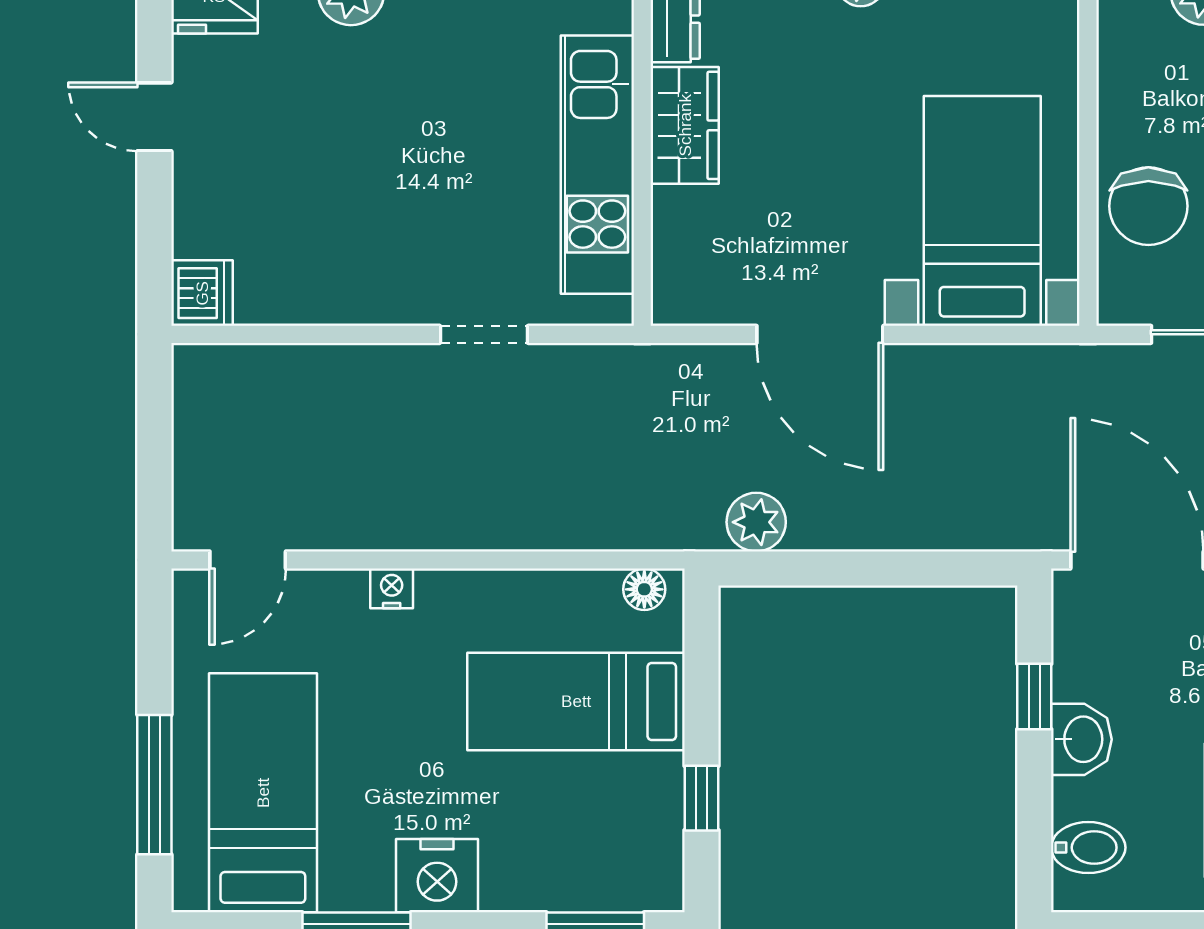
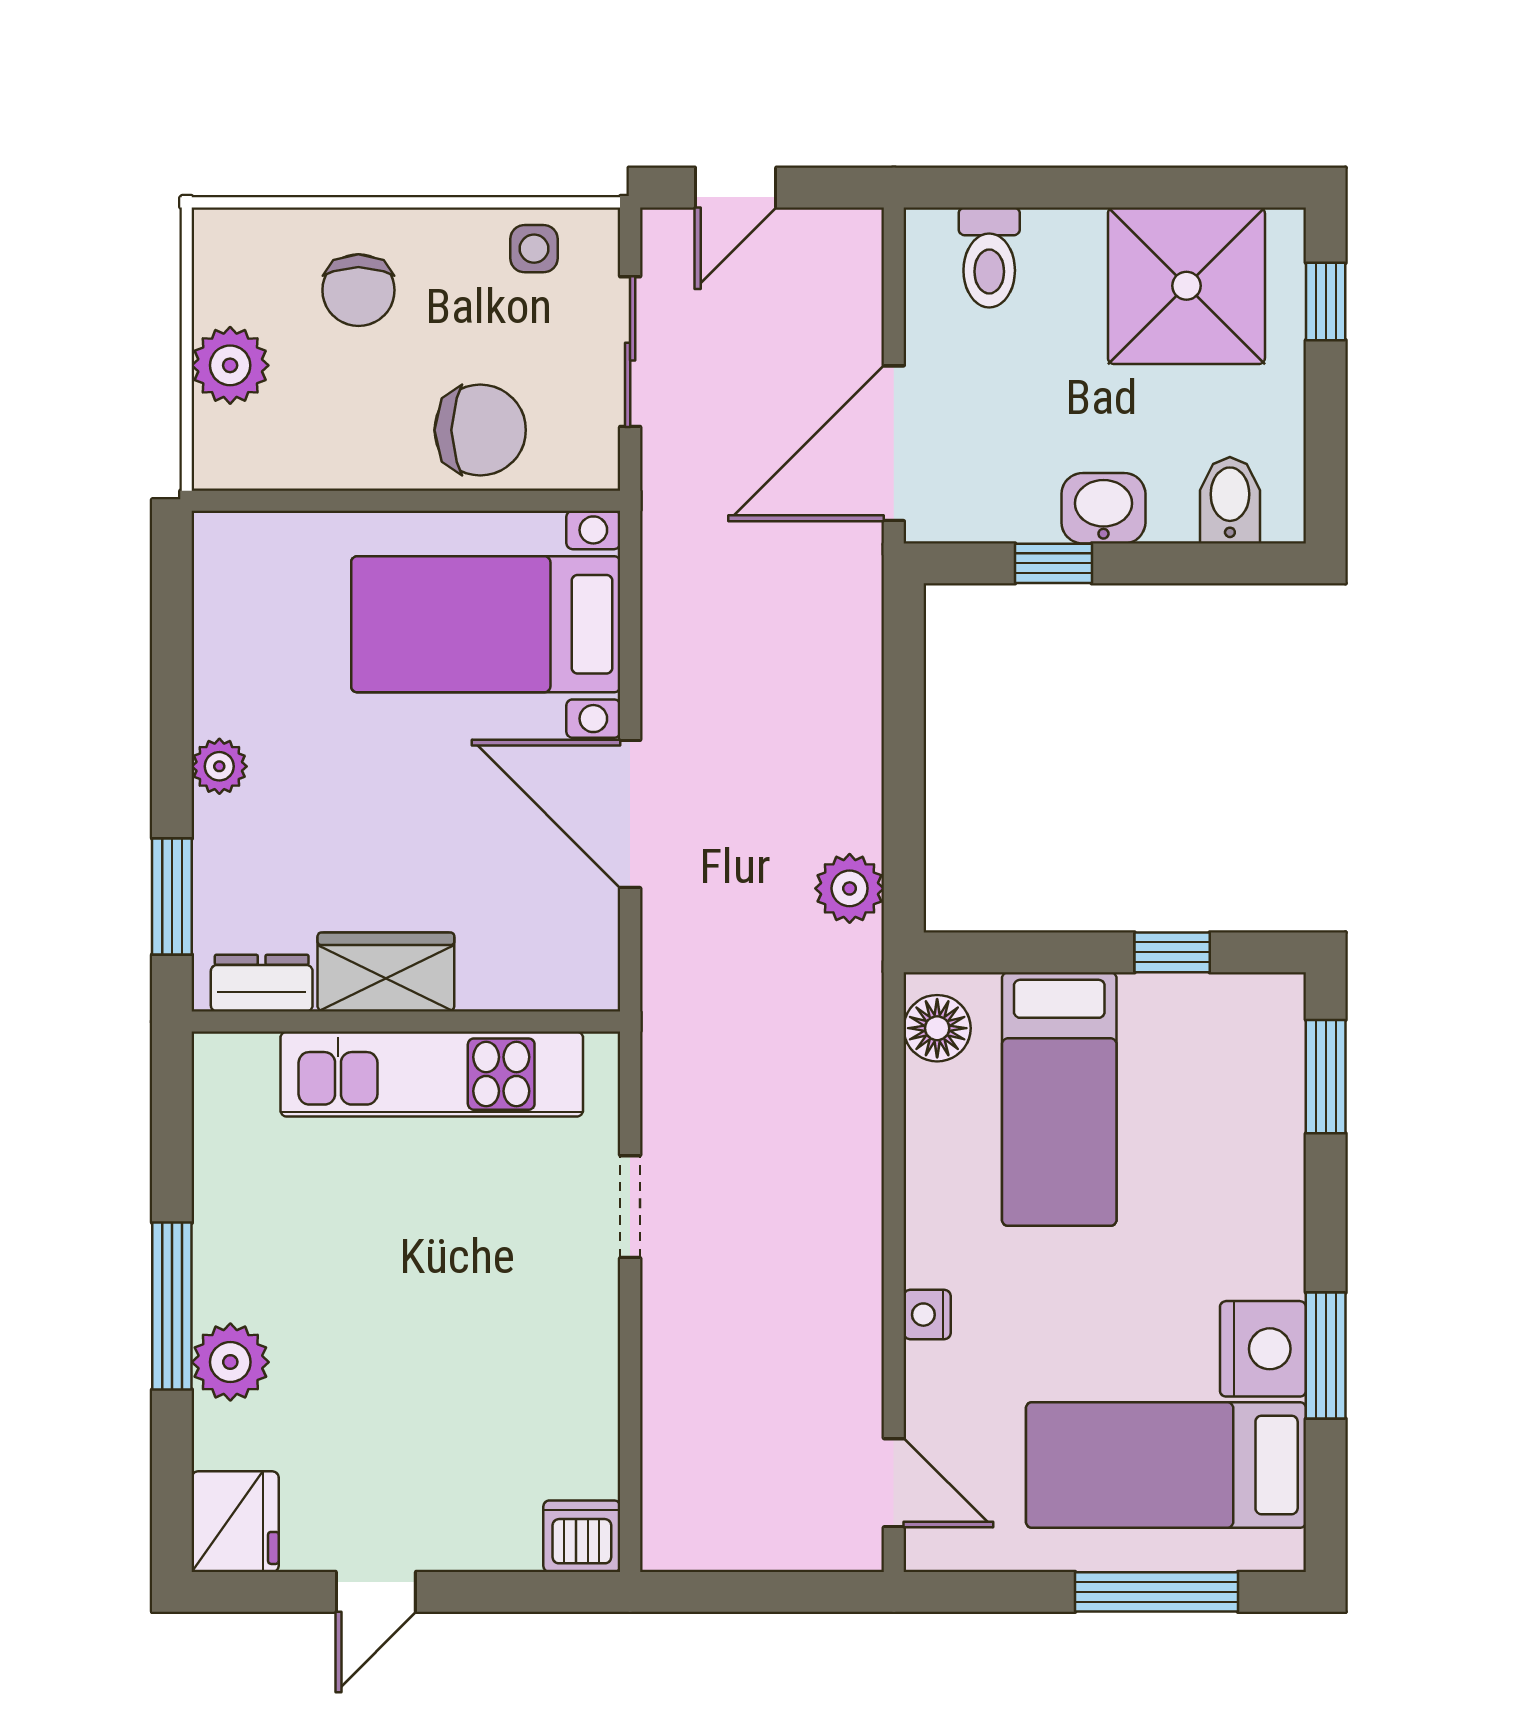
door: (820, 334) -> (630, 814), swing flipped
floor lamp: (644, 589) -> (937, 1028), width x1.37, depth x1.37
nightstand: (437, 876) -> (1263, 1349), moved

